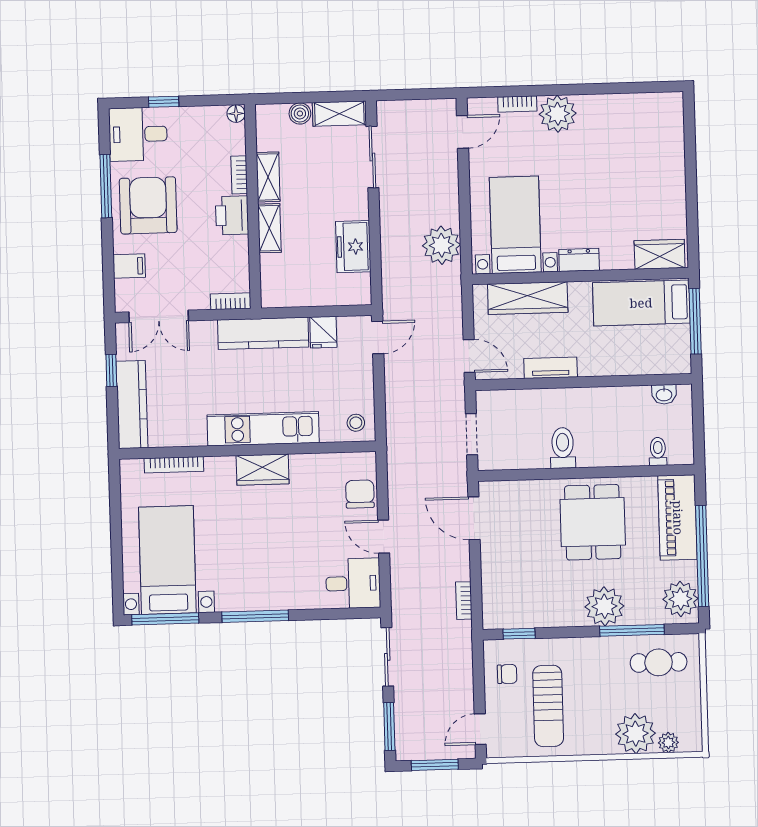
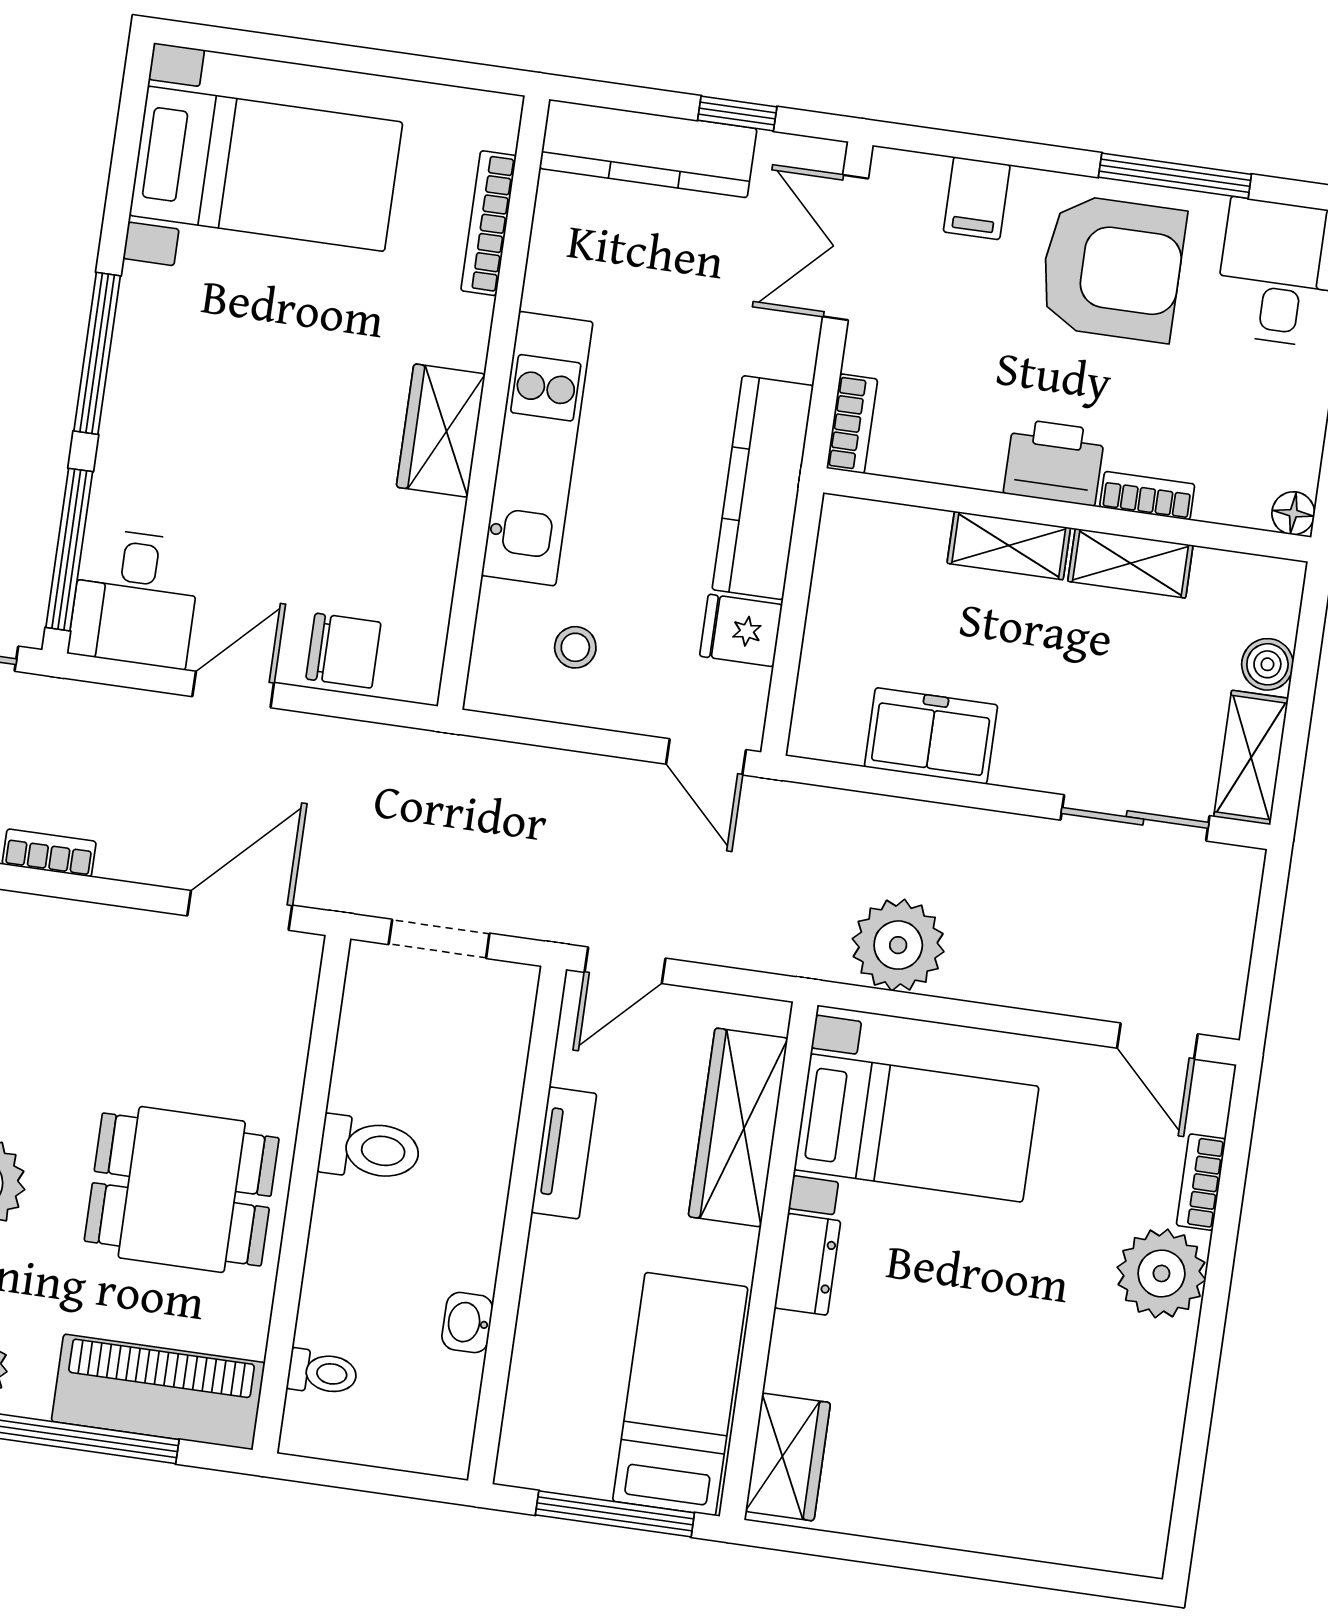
washbasin: (664, 394) -> (467, 1323), moved
stool: (356, 423) -> (575, 647), moved
window: (165, 619) -> (69, 550), moved

